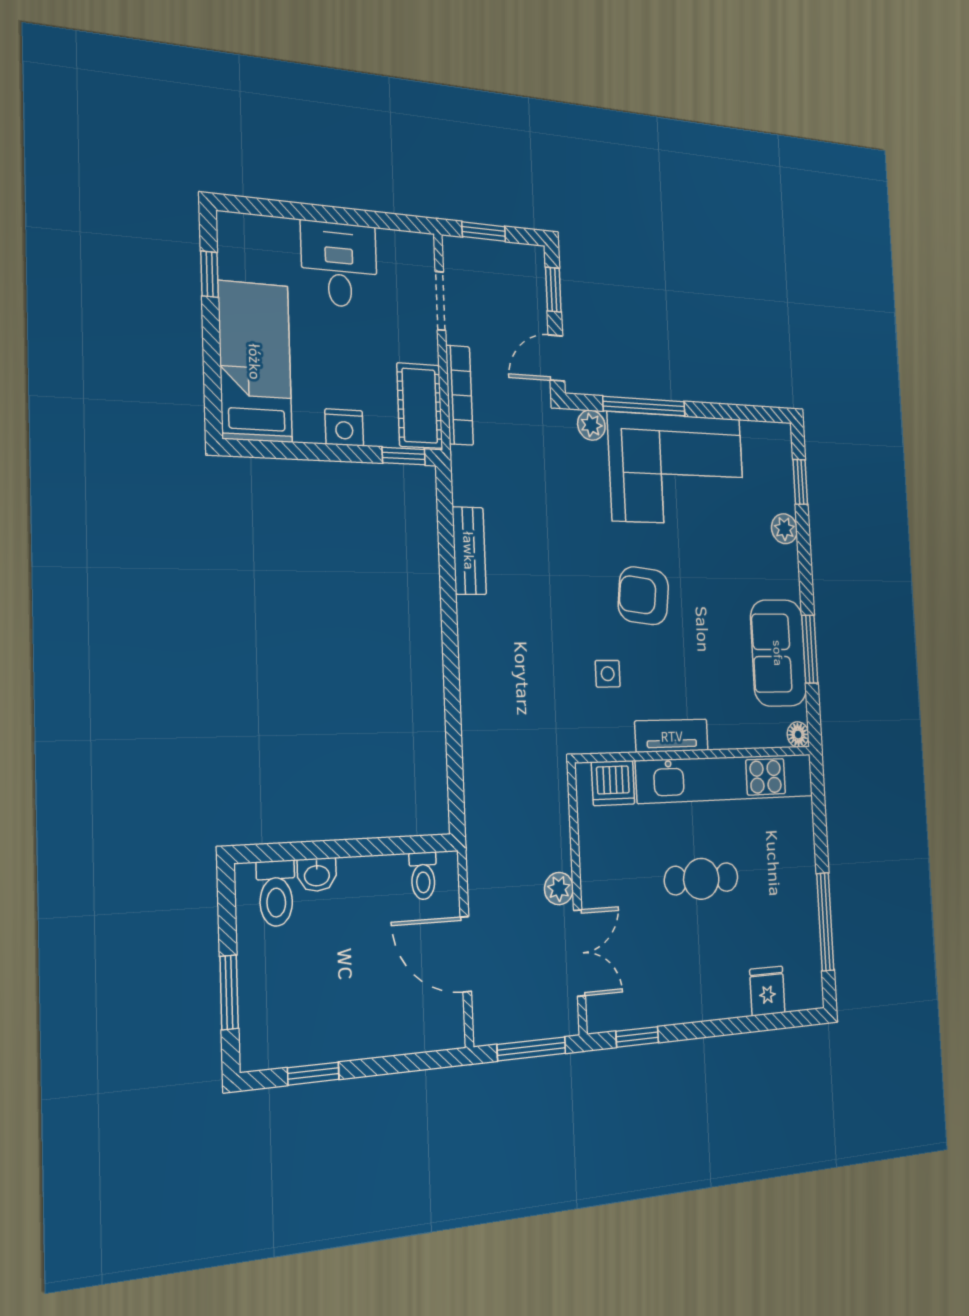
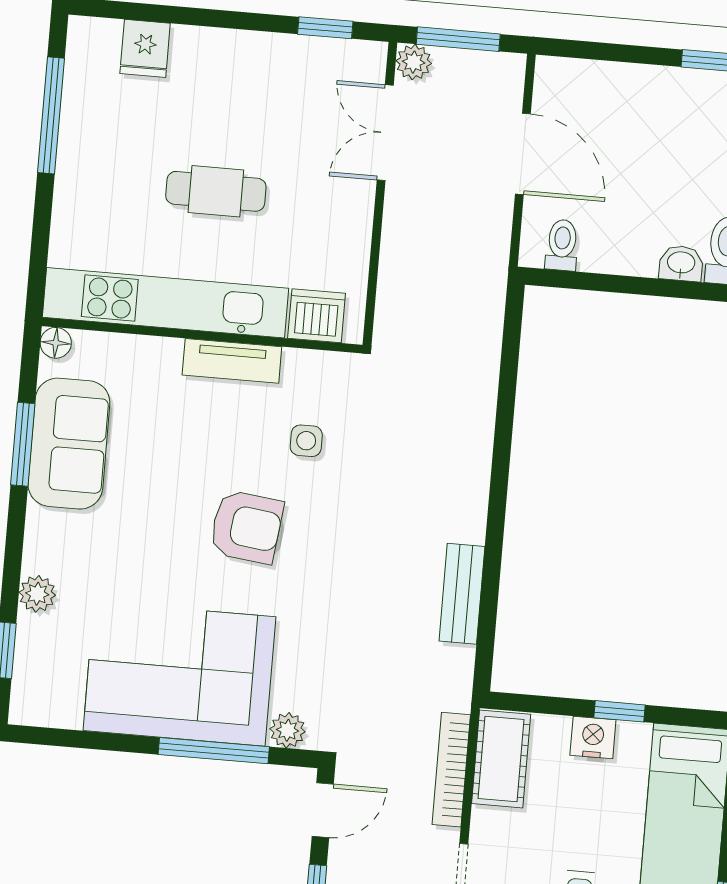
window: (404, 456) -> (620, 711), moved
plant: (559, 889) -> (414, 62), moved

